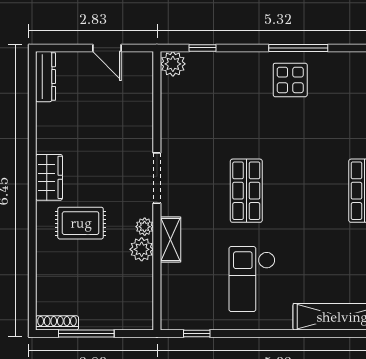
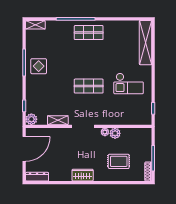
door: (107, 48) -> (24, 149), width x1.87
rug: (81, 223) -> (119, 161), moved, turned 90
shelving: (170, 239) -> (58, 120), moved

